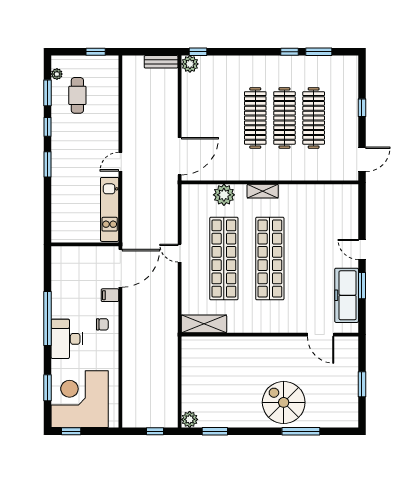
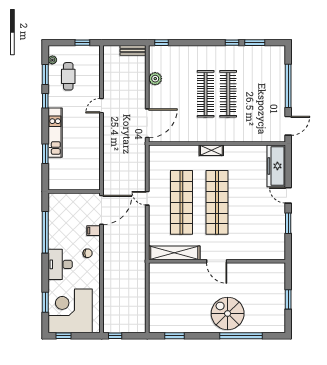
plant: (190, 64) -> (155, 79), moved
window: (362, 108) -> (288, 86), width x3.17
clothes rail: (314, 118) -> (251, 94), removed
door: (120, 162) -> (102, 106), moved
window: (47, 164) -> (45, 154), moved
plant: (224, 195) -> (181, 153), removed
kitchen unit: (110, 209) -> (55, 133), moved, turned 180
freezer: (347, 295) -> (276, 166), moved
window: (47, 318) -> (45, 232), moved
shelving: (204, 324) -> (174, 253), width x1.47
door: (321, 335) -> (217, 261), moved
plant: (190, 419) -> (155, 327), removed
window: (155, 431) -> (115, 336), moved
window: (301, 431) -> (241, 336), width x1.46

